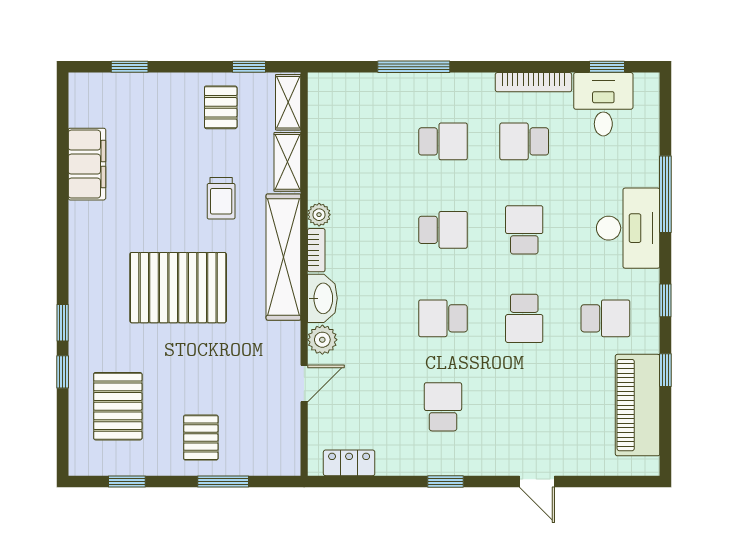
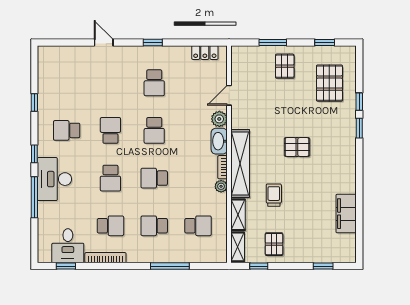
school desk: (362, 141) -> (198, 226), added
pallet: (178, 288) -> (297, 147), width x0.49, depth x0.50
window: (665, 300) -> (34, 154), moved
school desk: (443, 318) -> (154, 130), turned 90
piano: (638, 405) -> (49, 84), removed

